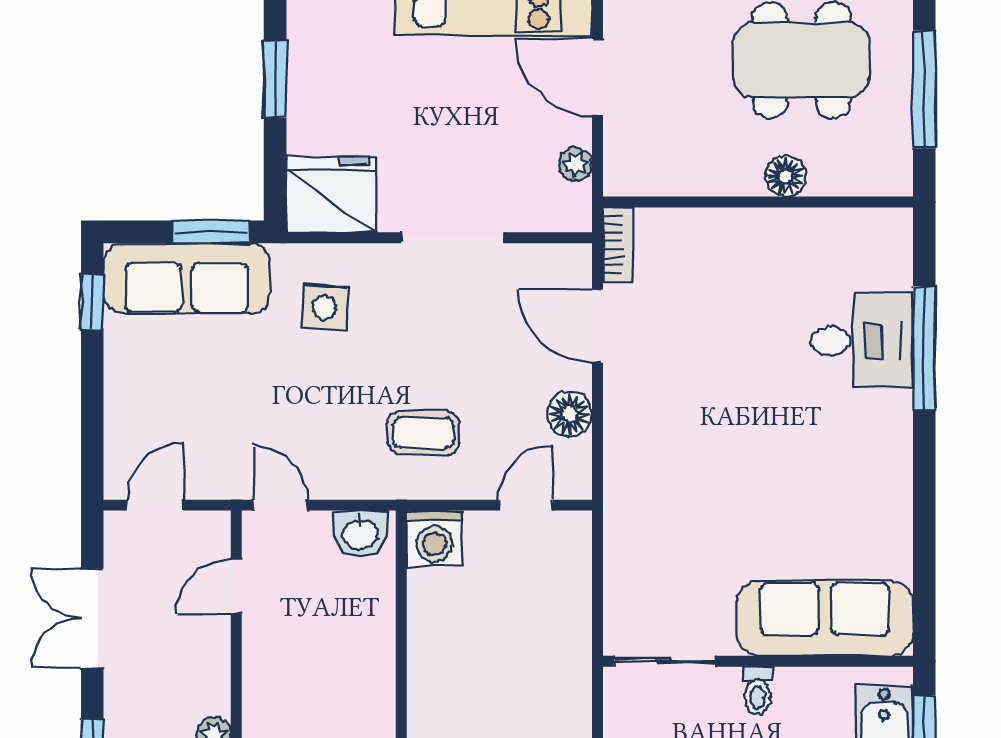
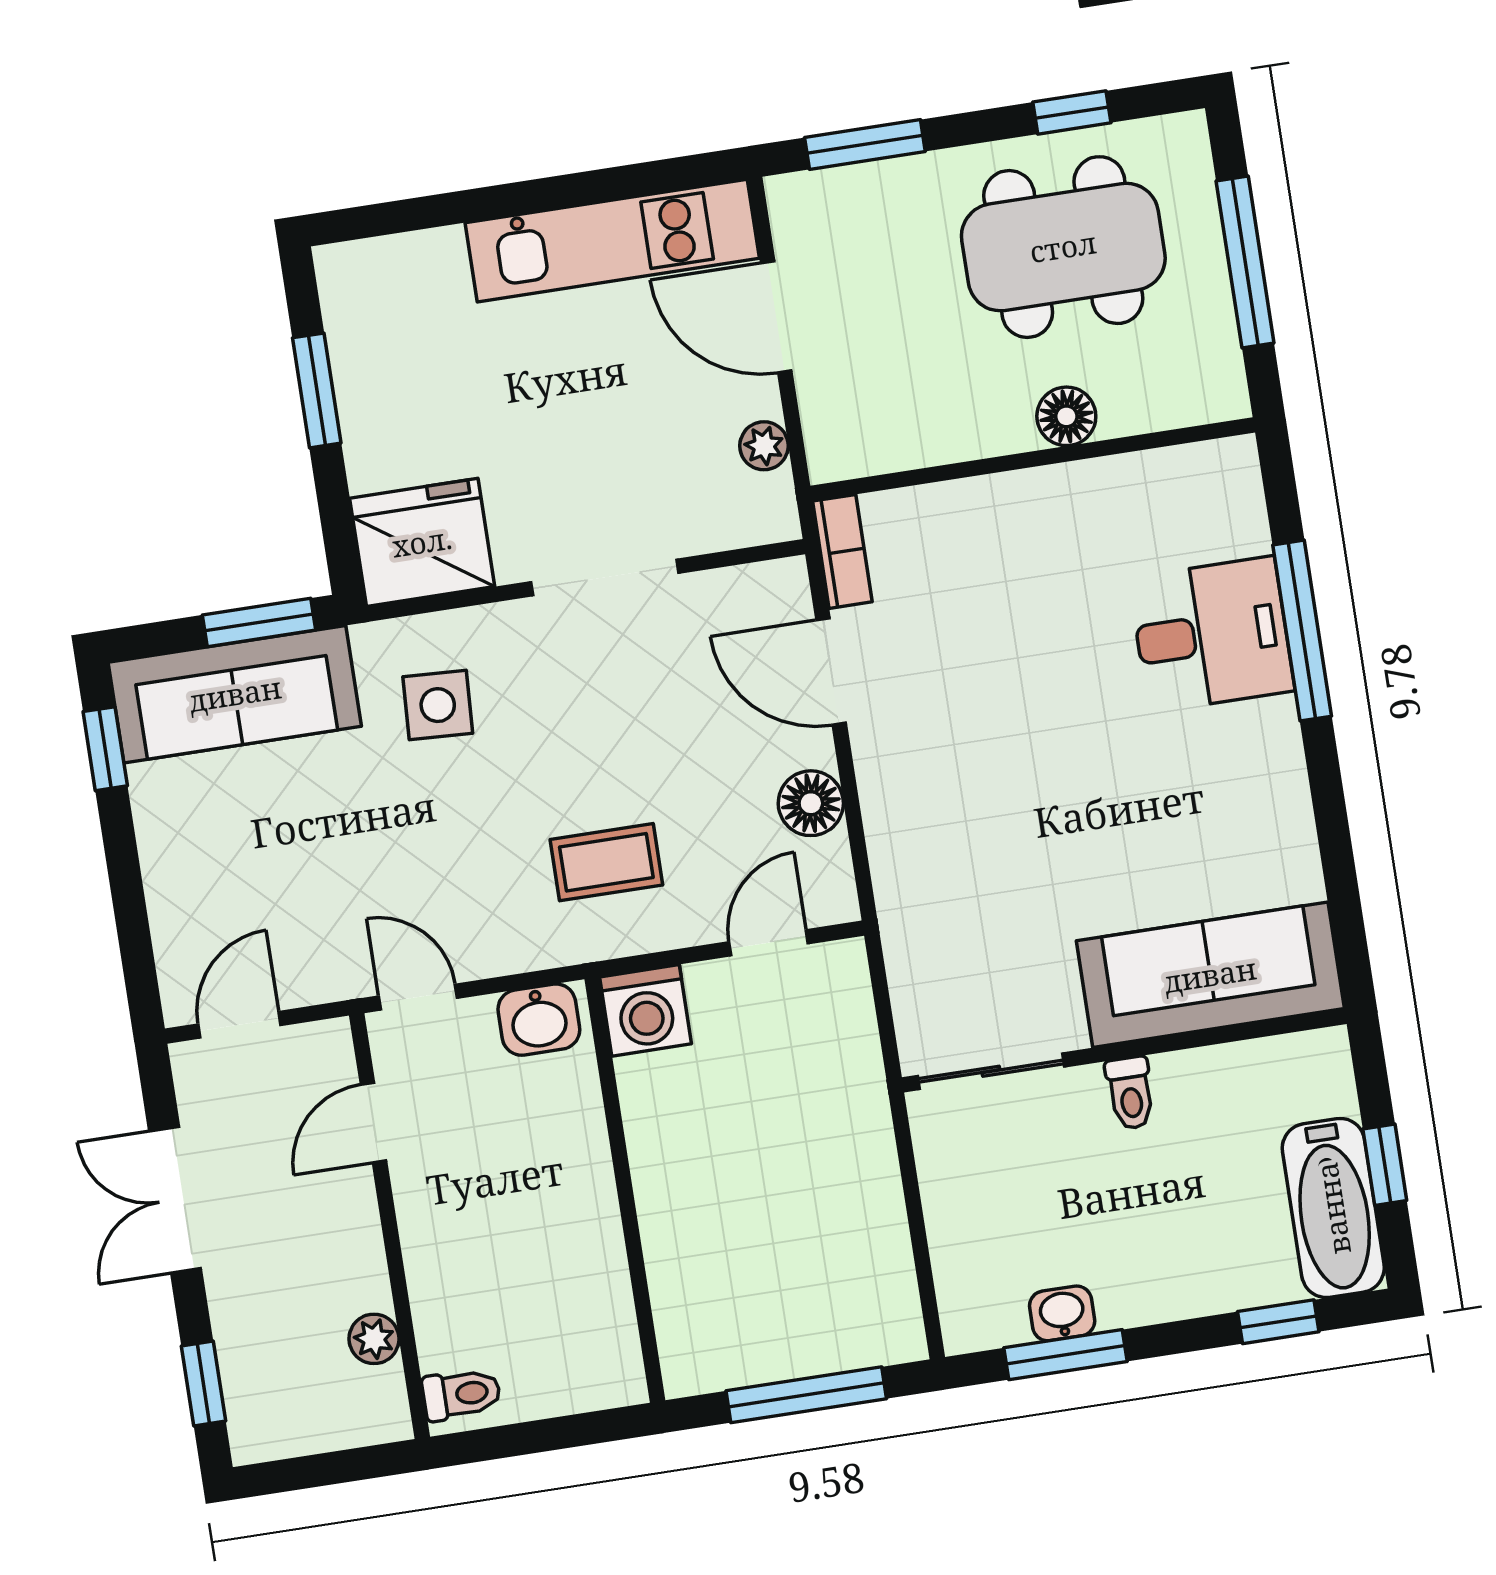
sofa: (825, 618) -> (1210, 975), moved
sliding door: (664, 661) -> (991, 1071), moved
wall: (758, 661) -> (1124, 1051), moved
toilet: (758, 691) -> (1130, 1093), moved

